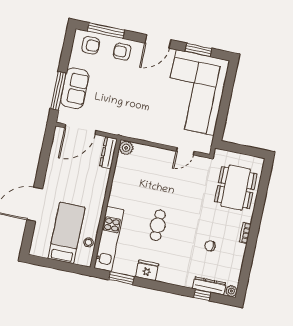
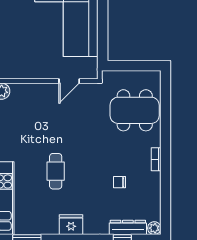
dining table: (236, 188) -> (135, 110), turned 90
fridge: (147, 270) -> (71, 225), moved

